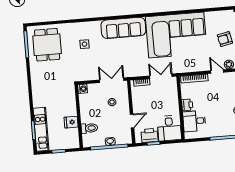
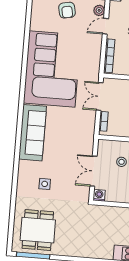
dining table: (47, 45) -> (38, 230), turned 90
double door: (112, 80) -> (93, 171), moved

